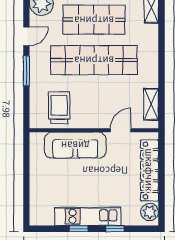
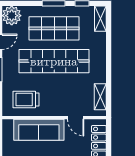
trolley: (59, 108) -> (26, 99), turned -90
door: (121, 130) -> (76, 118), swing flipped

